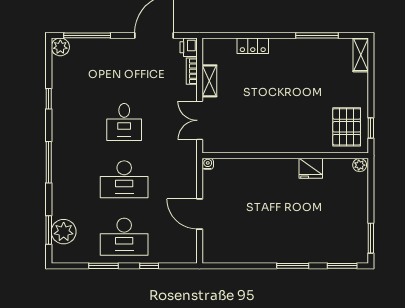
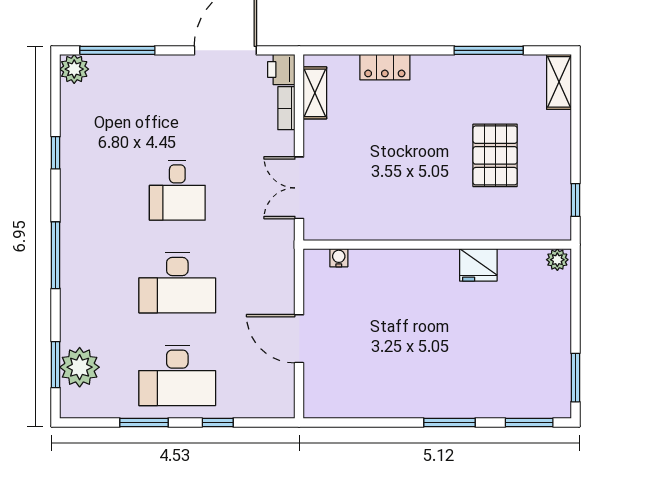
shelving: (209, 81) -> (315, 93), moved
pallet: (347, 127) -> (495, 155), moved
water cooler: (208, 164) -> (339, 258), moved

